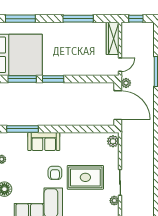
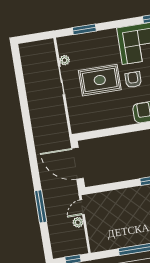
wardrobe: (113, 38) -> (95, 234), removed
plant: (126, 83) -> (78, 222), moved
plant: (113, 141) -> (76, 124), removed

